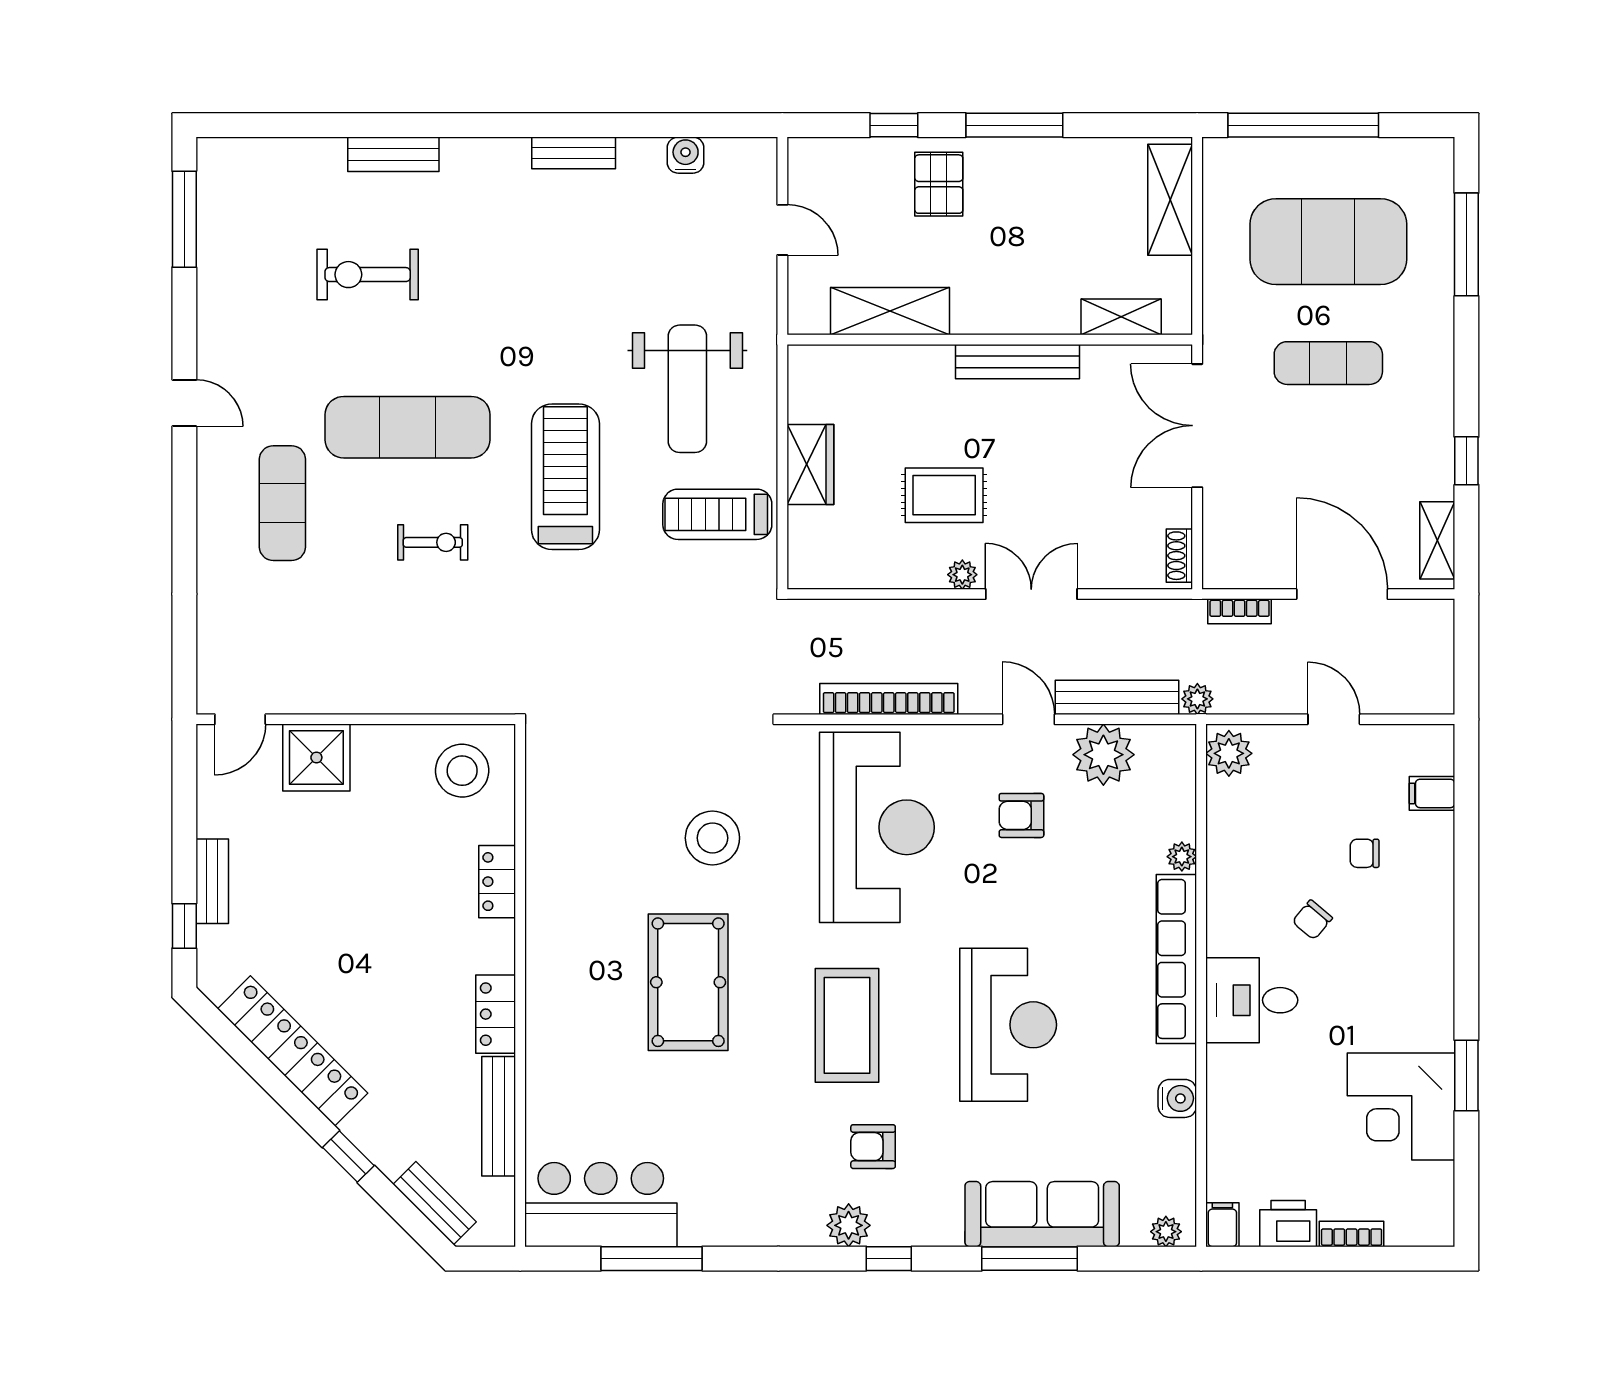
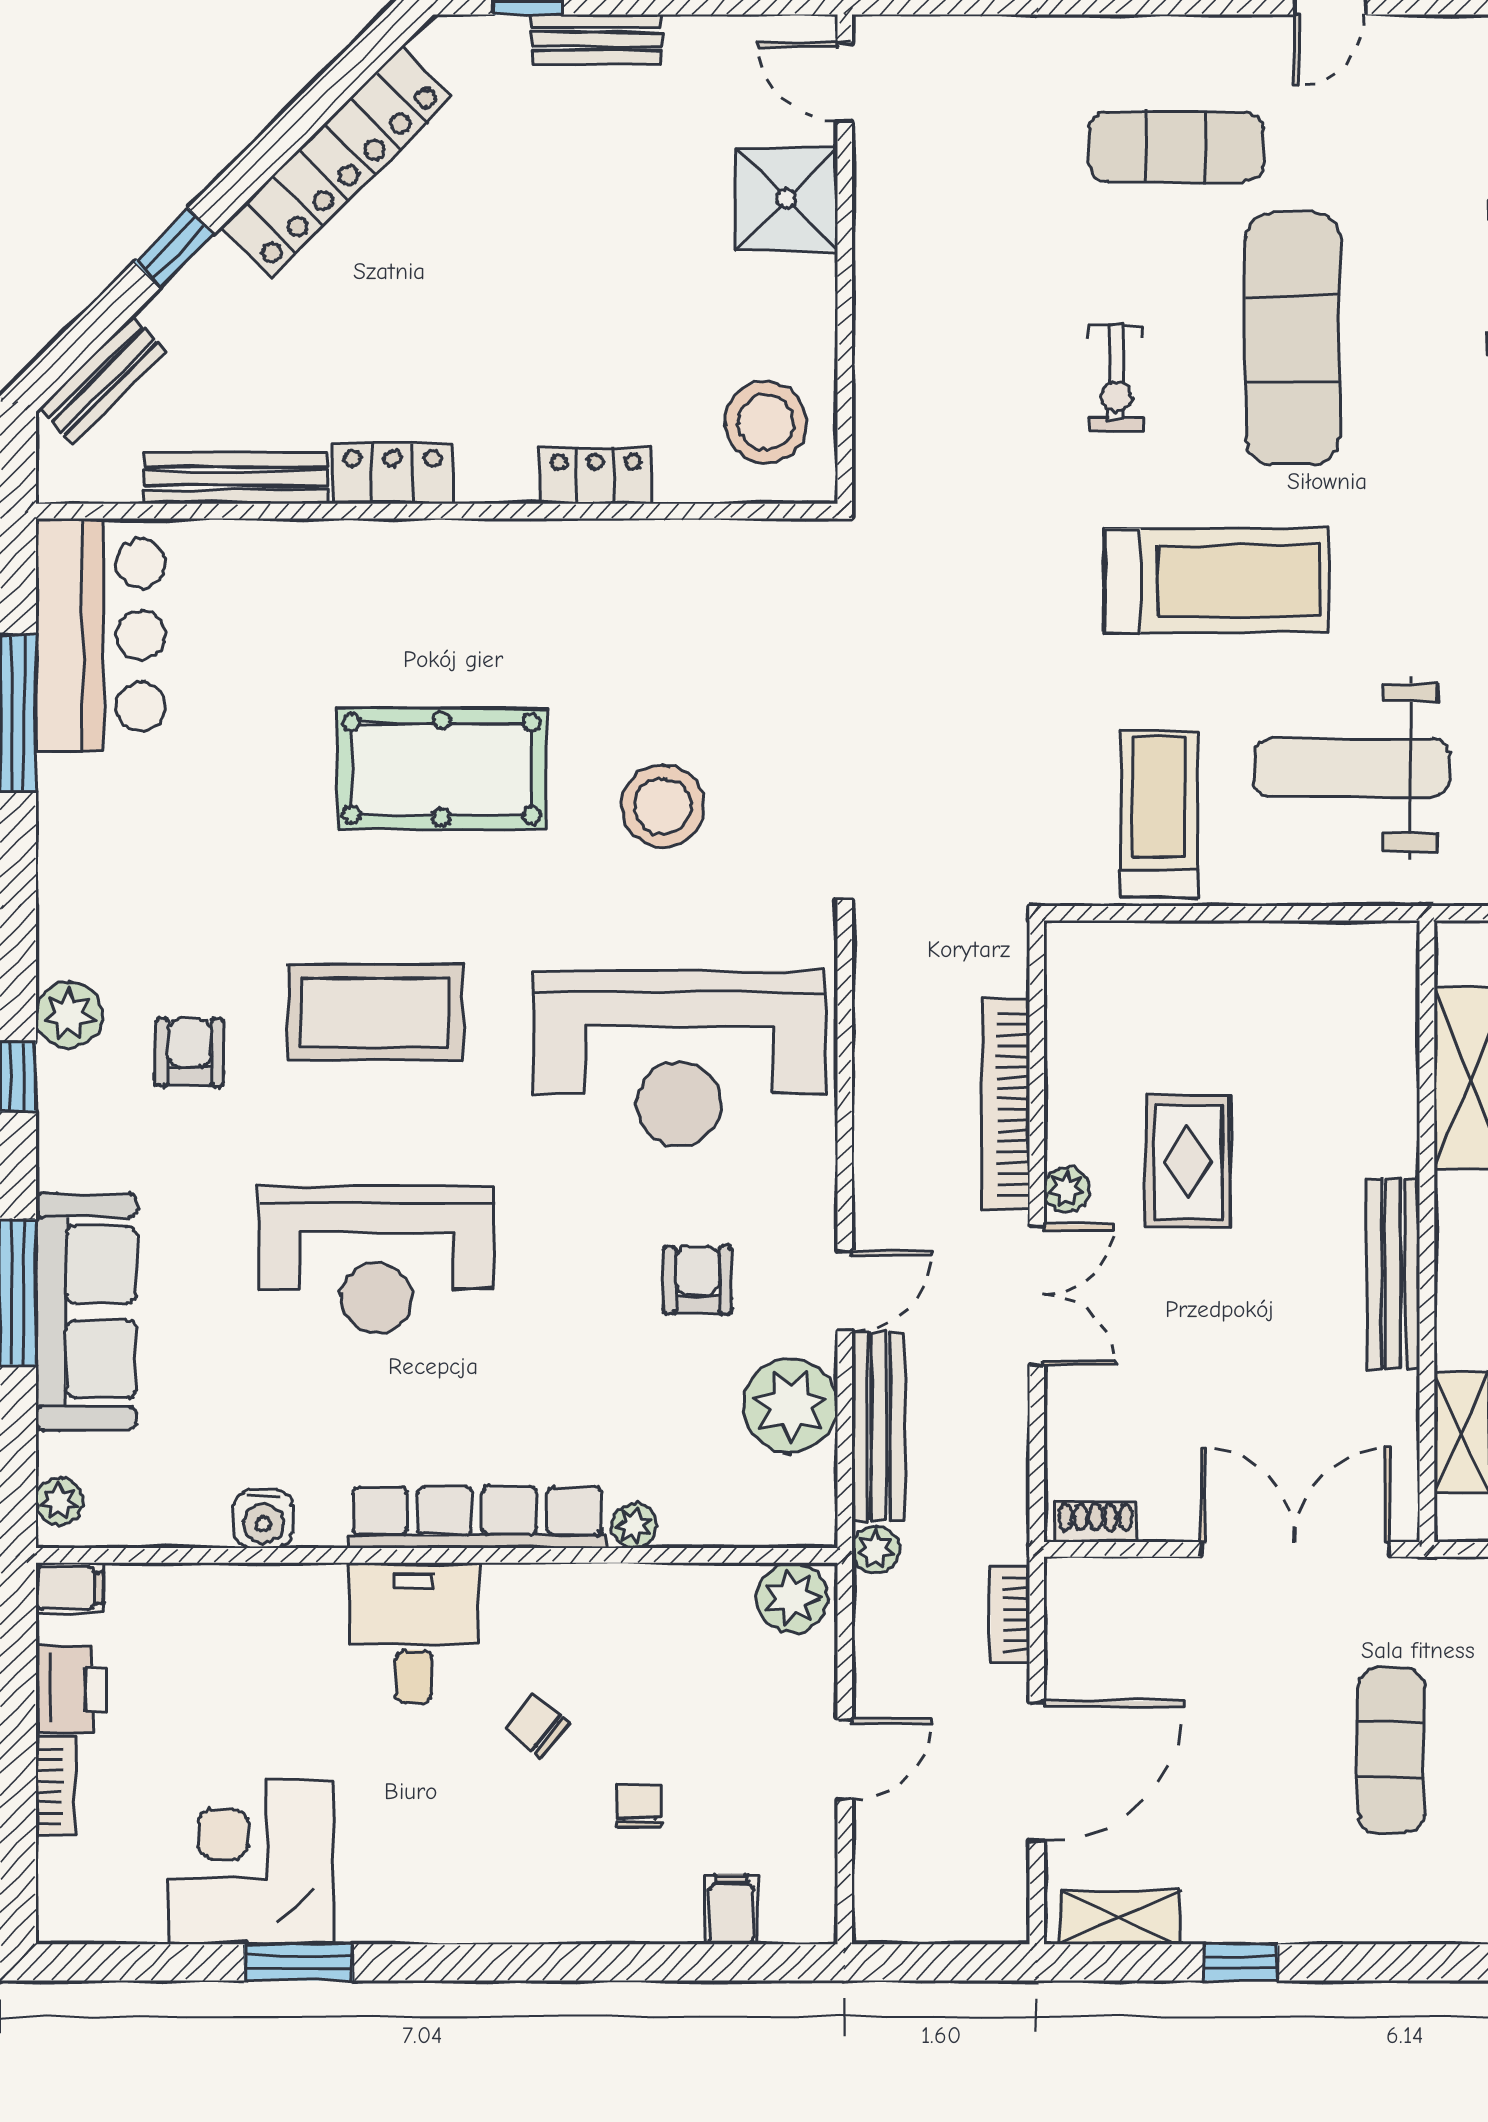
wardrobe: (810, 465) -> (1235, 956), removed
bookcase: (889, 699) -> (1006, 1104), moved, turned 180

